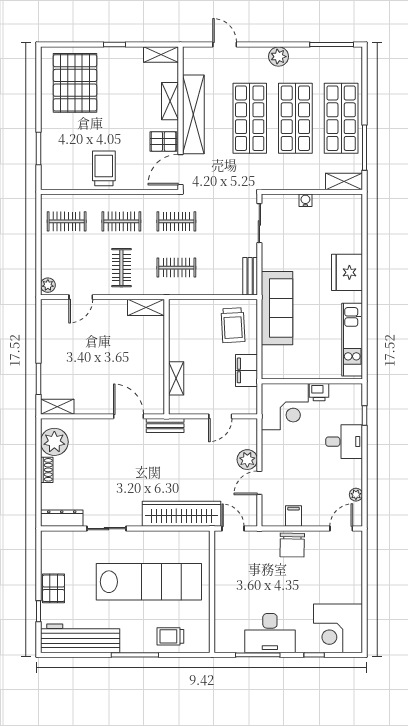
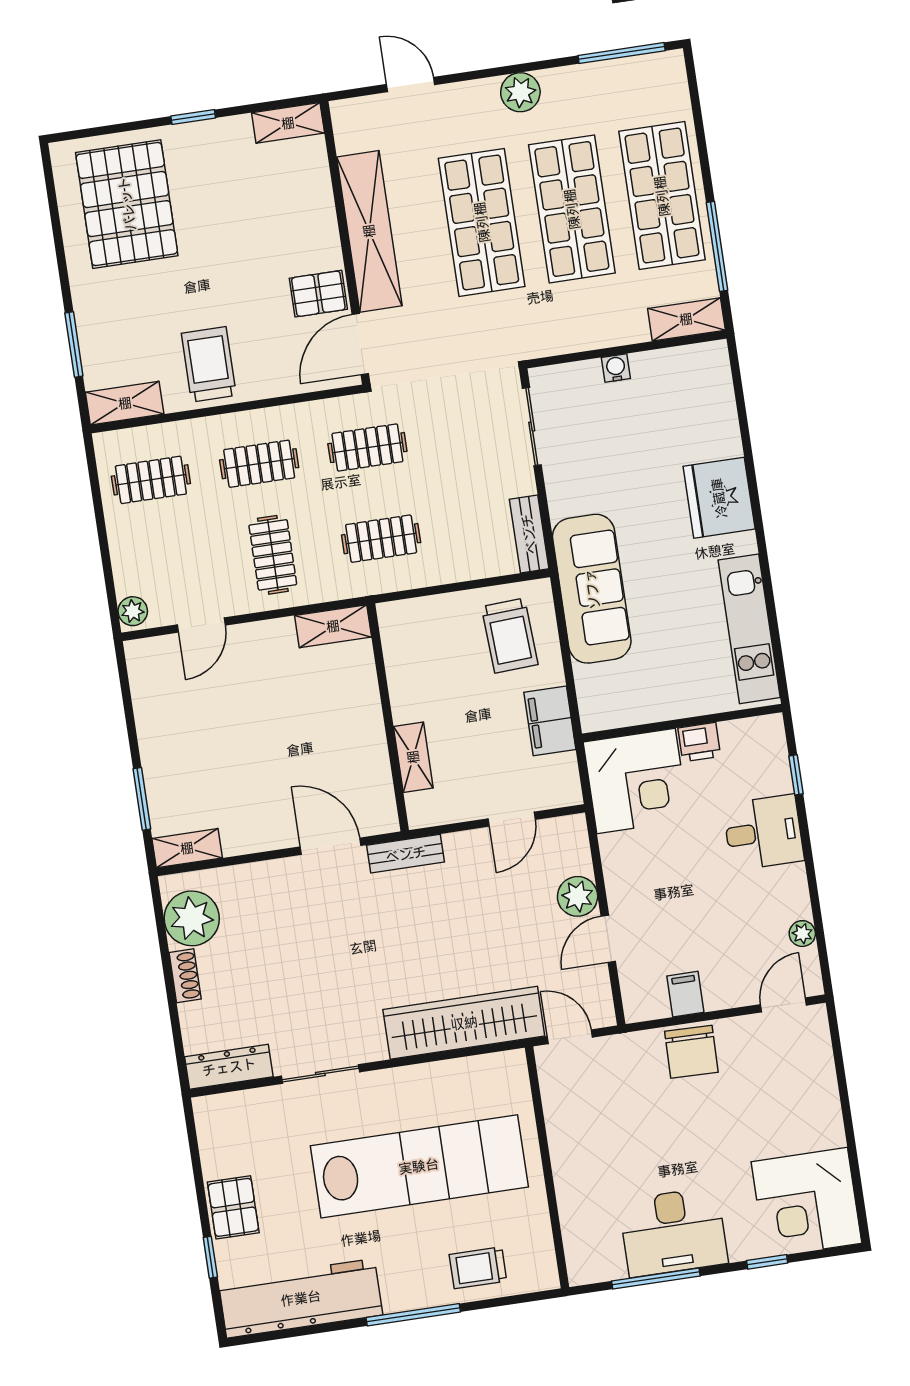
shelving: (170, 101) -> (125, 403), moved, turned 90

